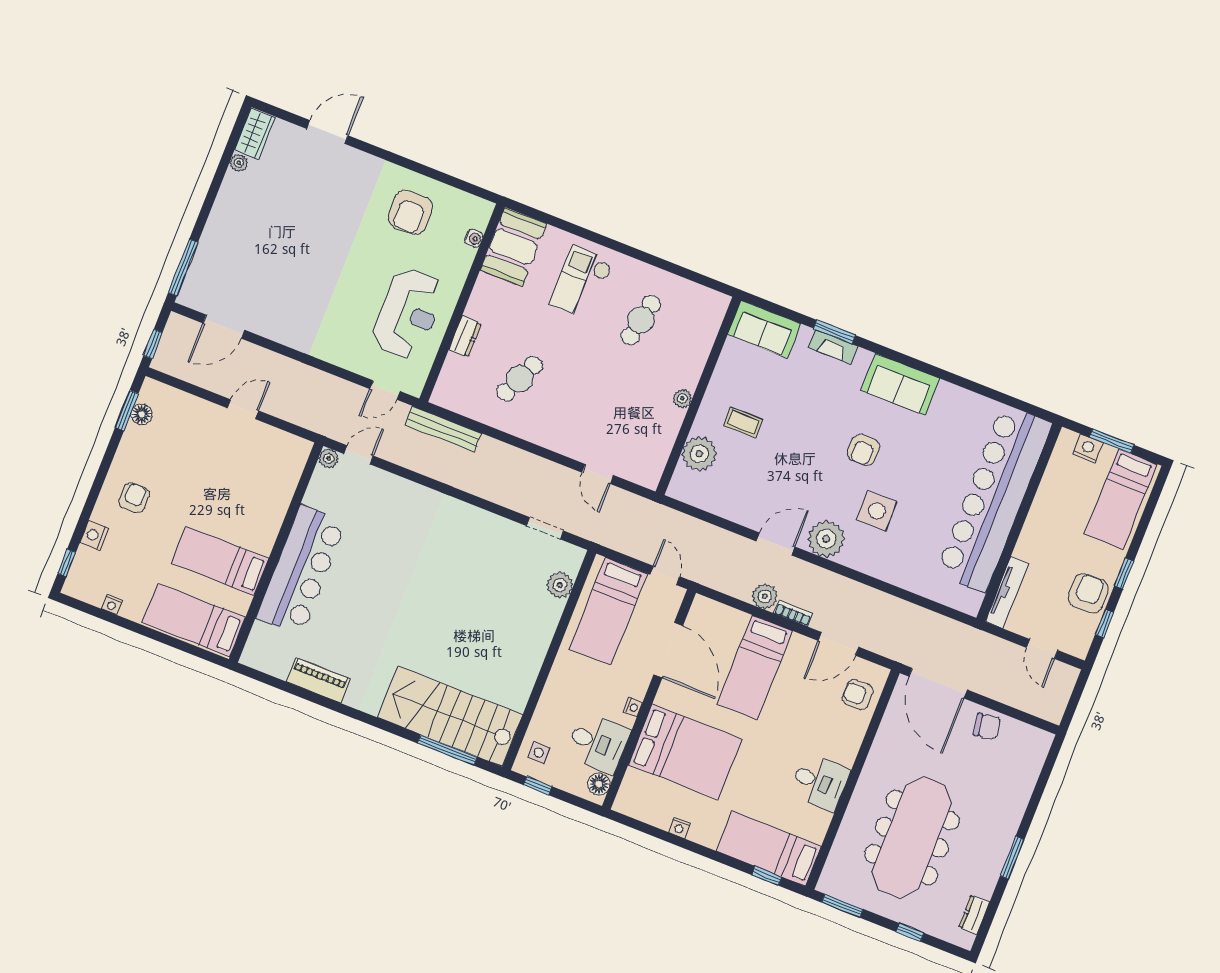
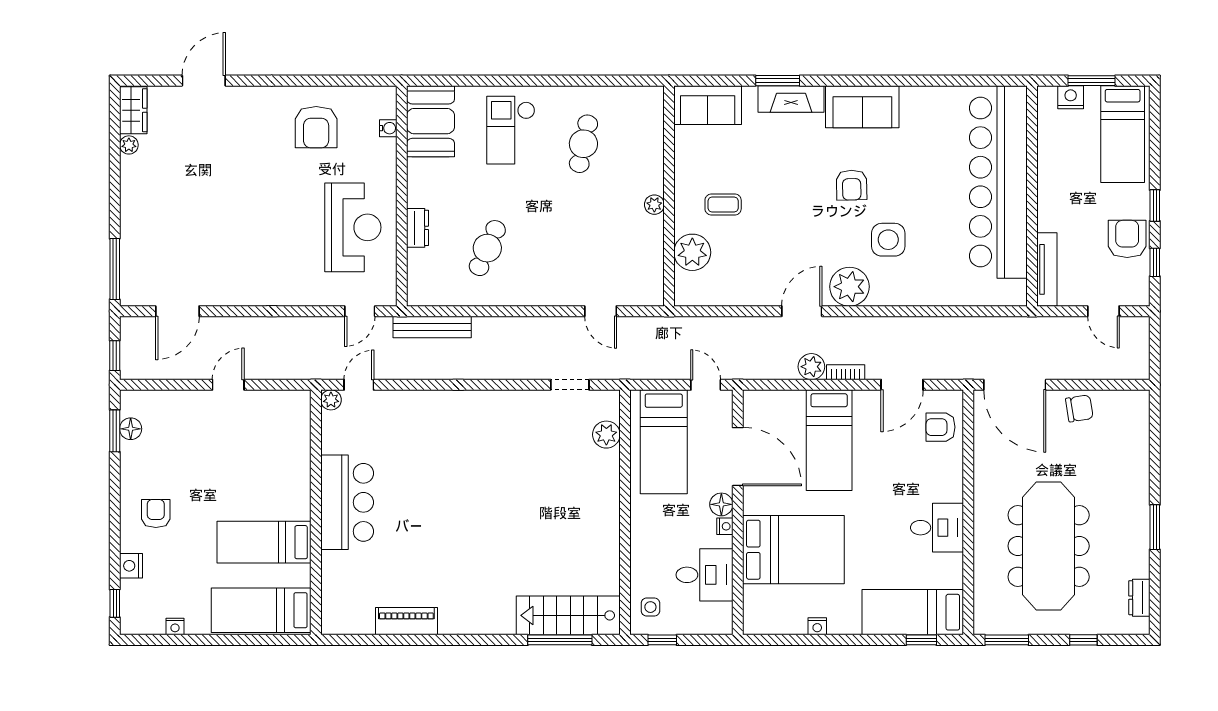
fireplace: (833, 347) -> (791, 99), width x1.37, depth x1.32
bar counter: (301, 570) -> (347, 502), width x0.73
stairs: (450, 716) -> (568, 615), width x0.73, depth x0.66
floor lamp: (599, 784) -> (721, 504), moved

